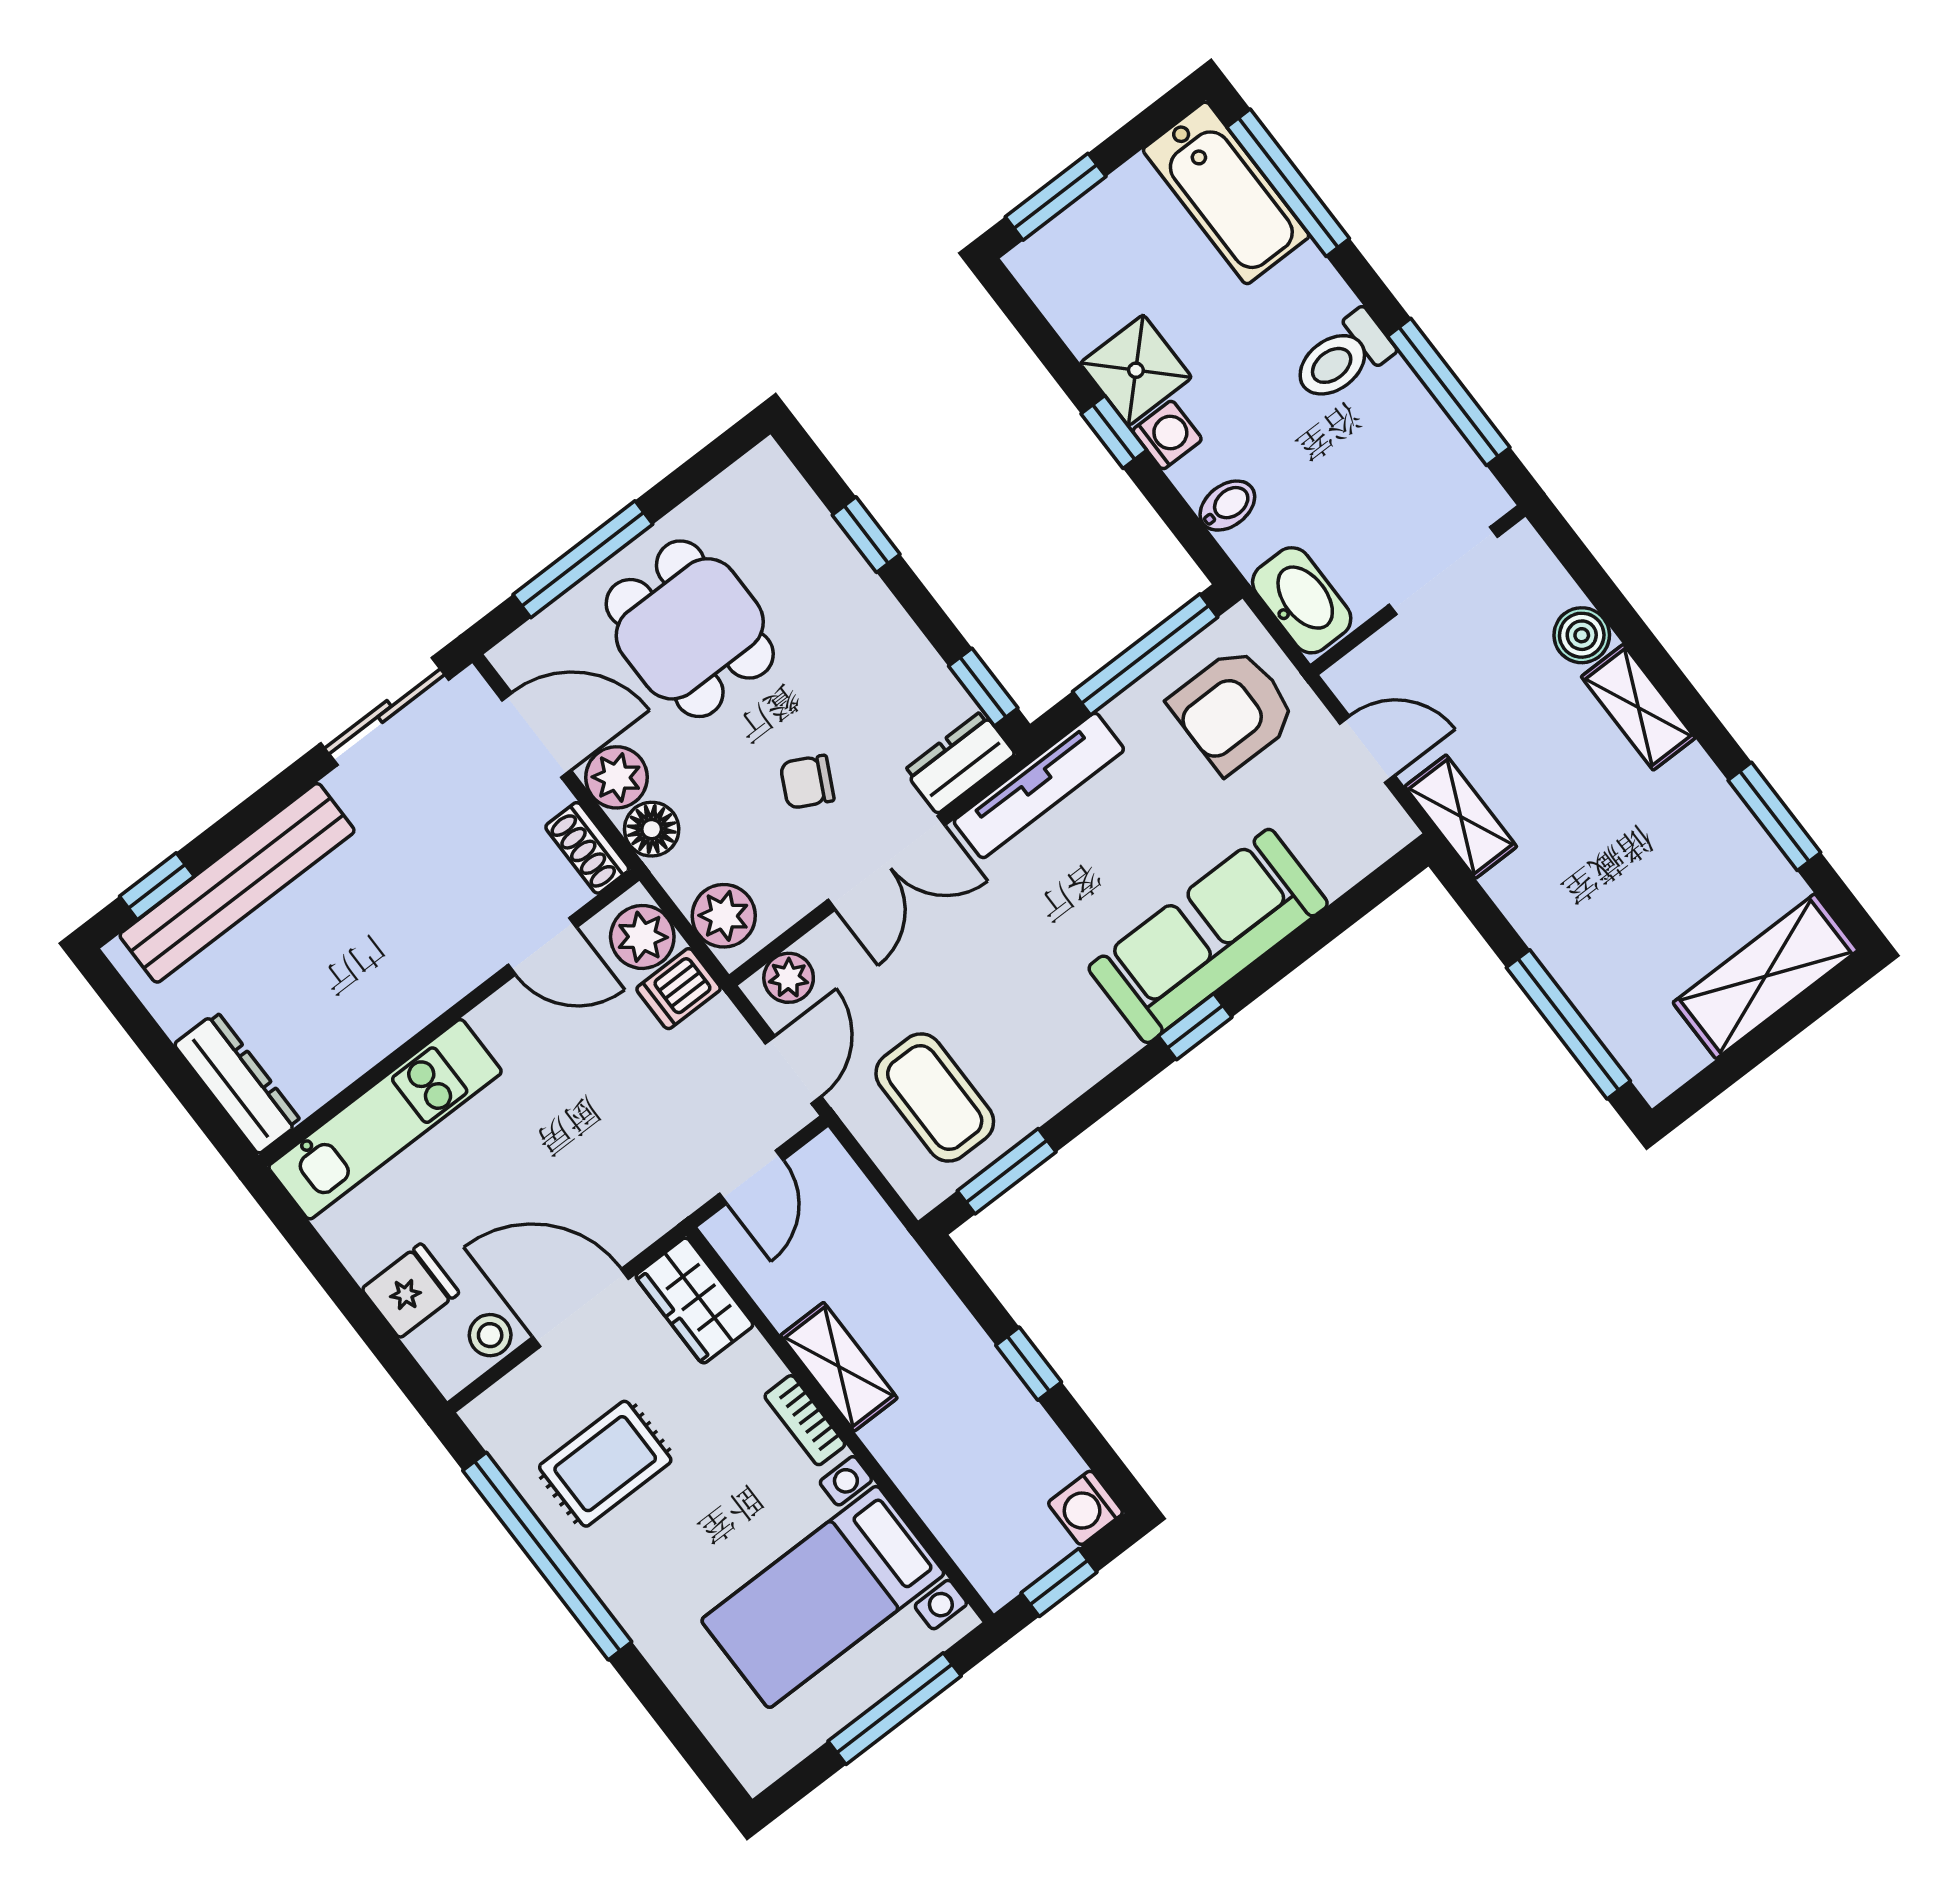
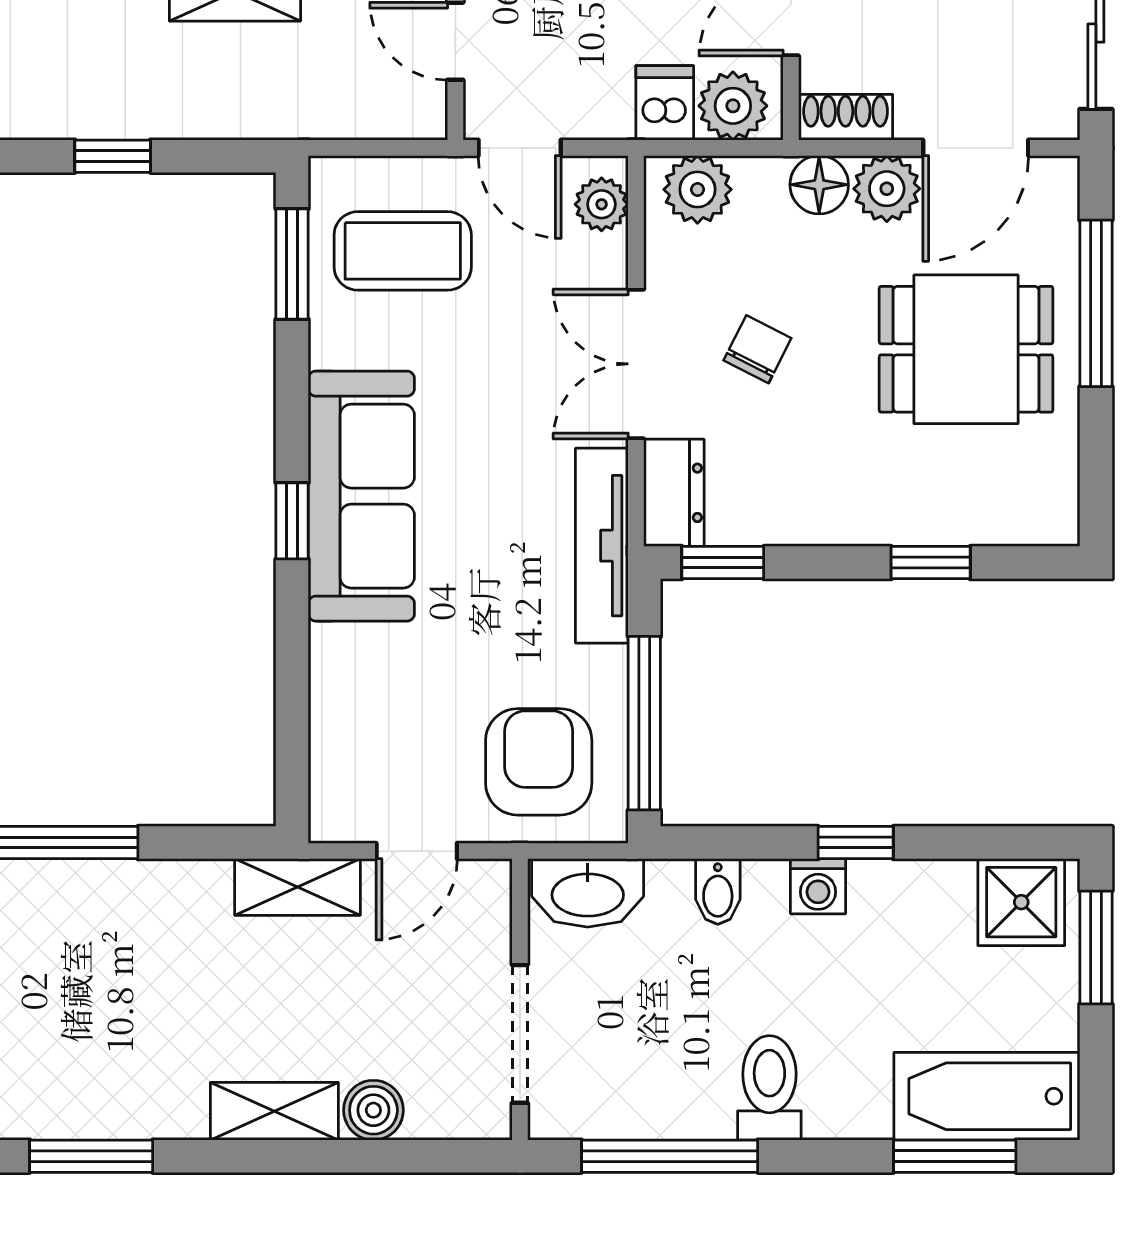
window: (1288, 183) -> (955, 1156), width x0.69
shower: (1136, 370) -> (1021, 902), moved
sofa: (1208, 936) -> (361, 496), moved

